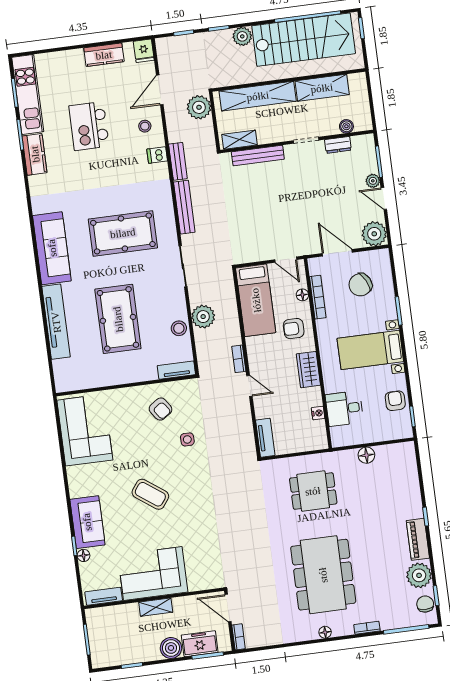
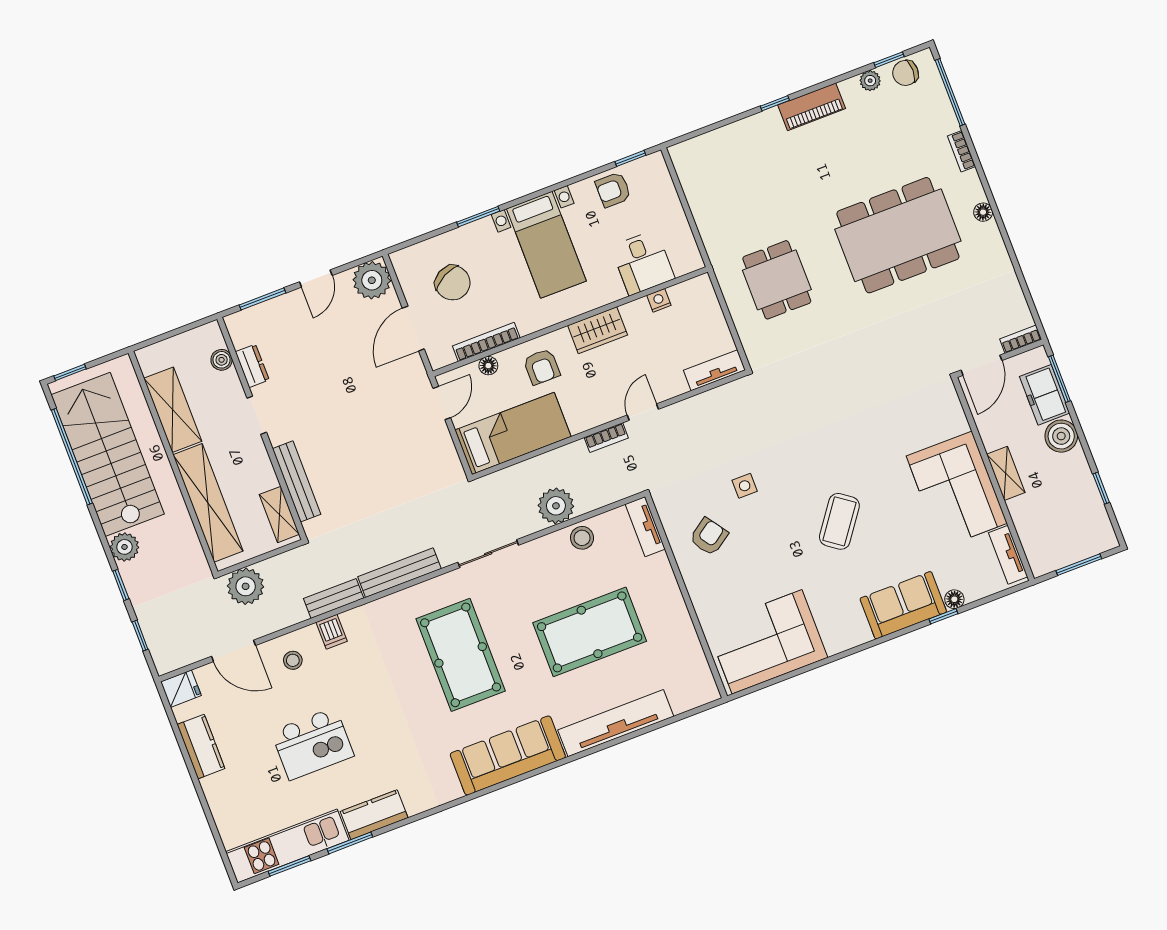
plant: (373, 181) -> (293, 301), removed
floor lamp: (366, 455) -> (704, 213), removed
plant: (419, 575) -> (870, 81), width x0.53, depth x0.53

